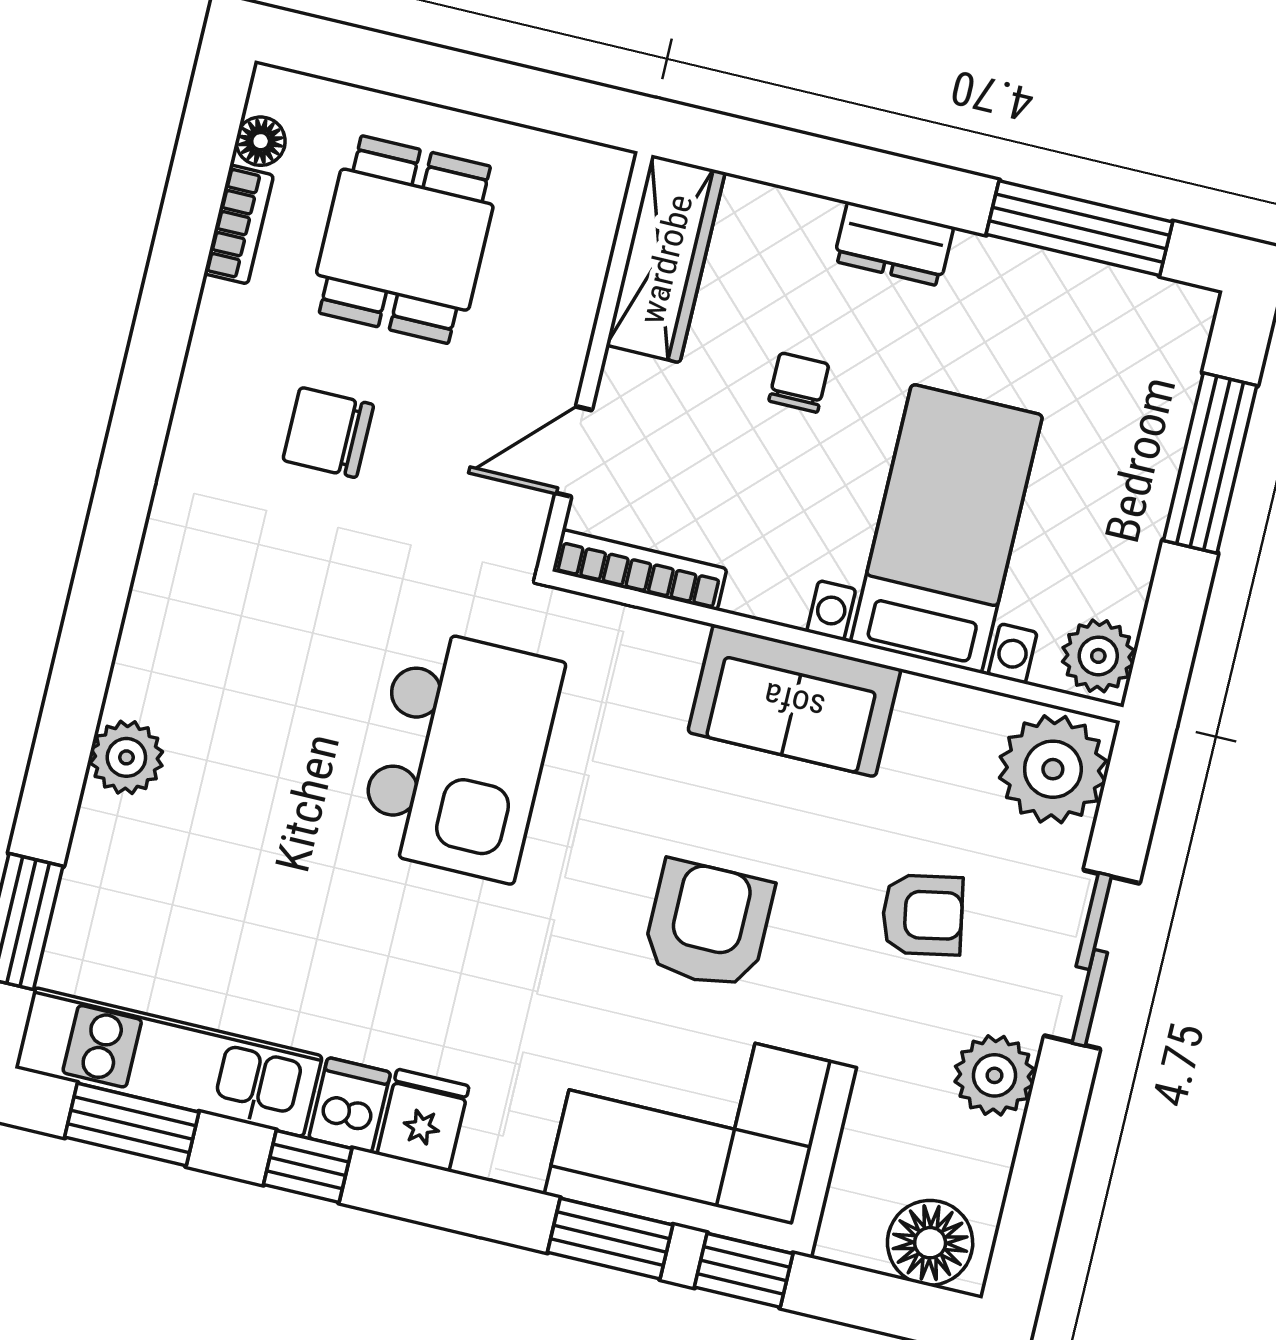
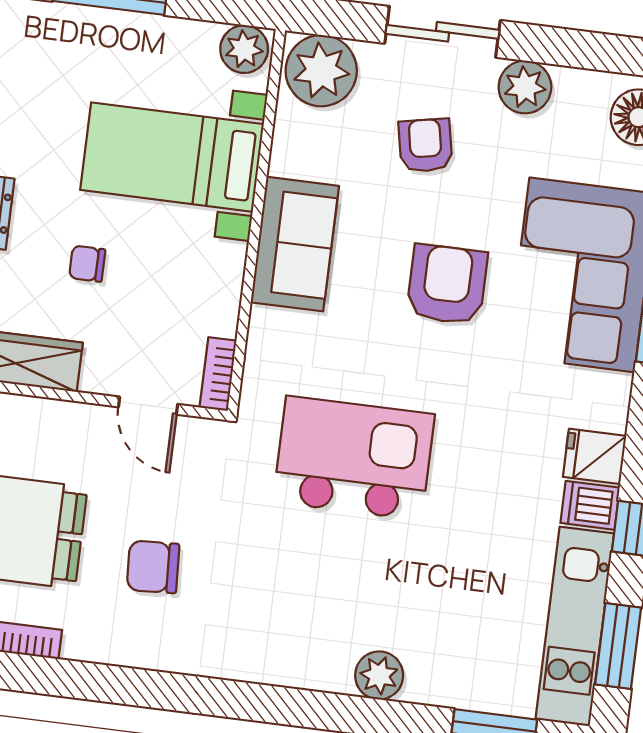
chair: (328, 432) -> (153, 567), turned 87
bookcase: (640, 570) -> (218, 374), width x0.64
armchair: (708, 925) -> (447, 284), turned 90

